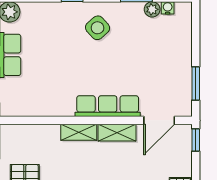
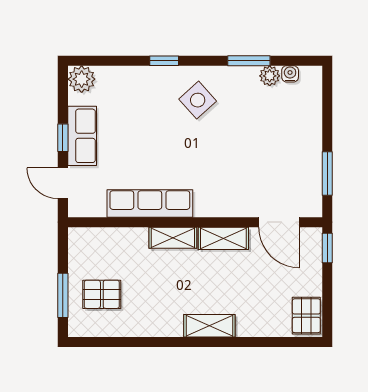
row of seats: (108, 106) -> (150, 203), moved
door: (159, 120) -> (279, 222), hinge flipped

